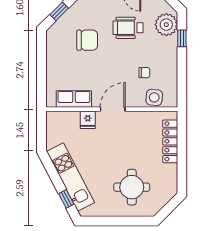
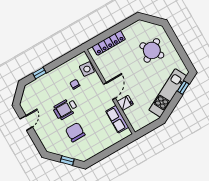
plant: (166, 25) -> (36, 88), removed
wheelchair: (128, 28) -> (65, 109), moved, turned 90
door: (113, 109) -> (109, 91), swing flipped
round table: (132, 187) -> (152, 50), turned -32

